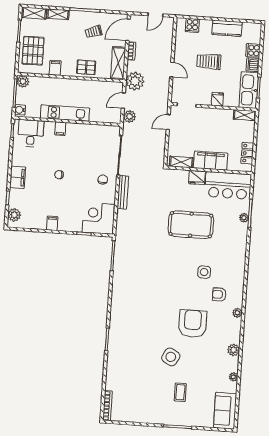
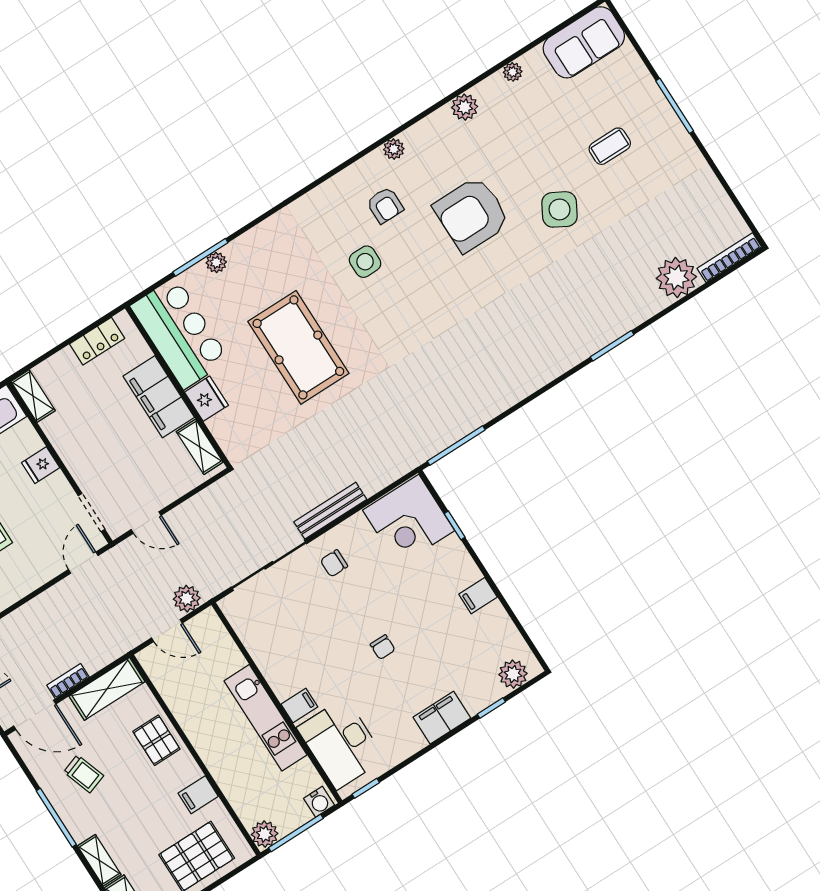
door: (172, 70) -> (83, 563), moved
plant: (135, 81) -> (676, 278), moved
desk: (31, 133) -> (341, 743), width x1.37

